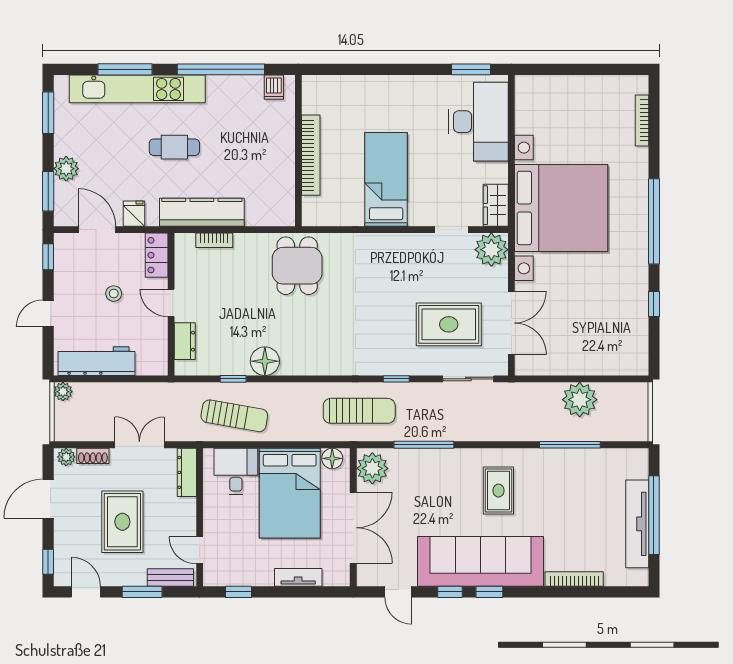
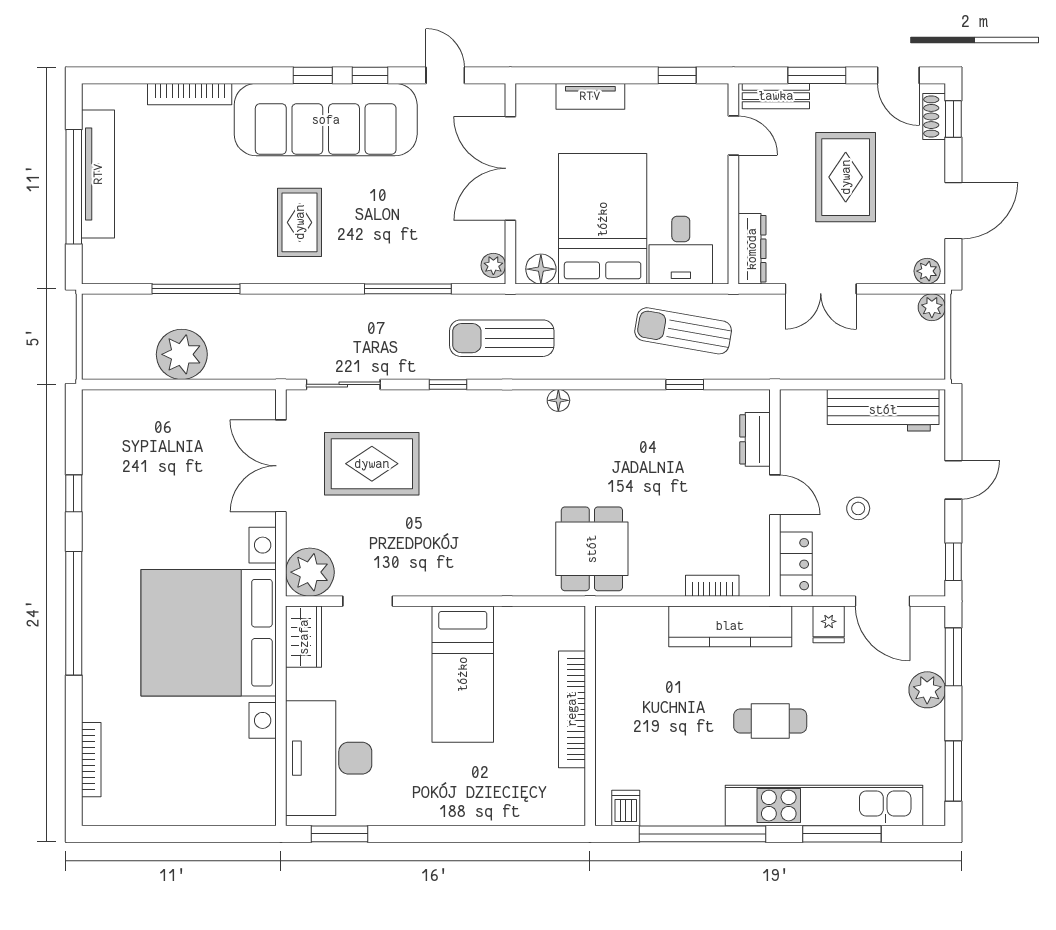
floor lamp: (265, 361) -> (558, 400), moved, width x0.53, depth x0.53
plant: (63, 392) -> (932, 307), moved
shoe rack: (93, 456) -> (934, 116), moved, turned -90
plant: (372, 468) -> (493, 265), width x0.53, depth x0.53

